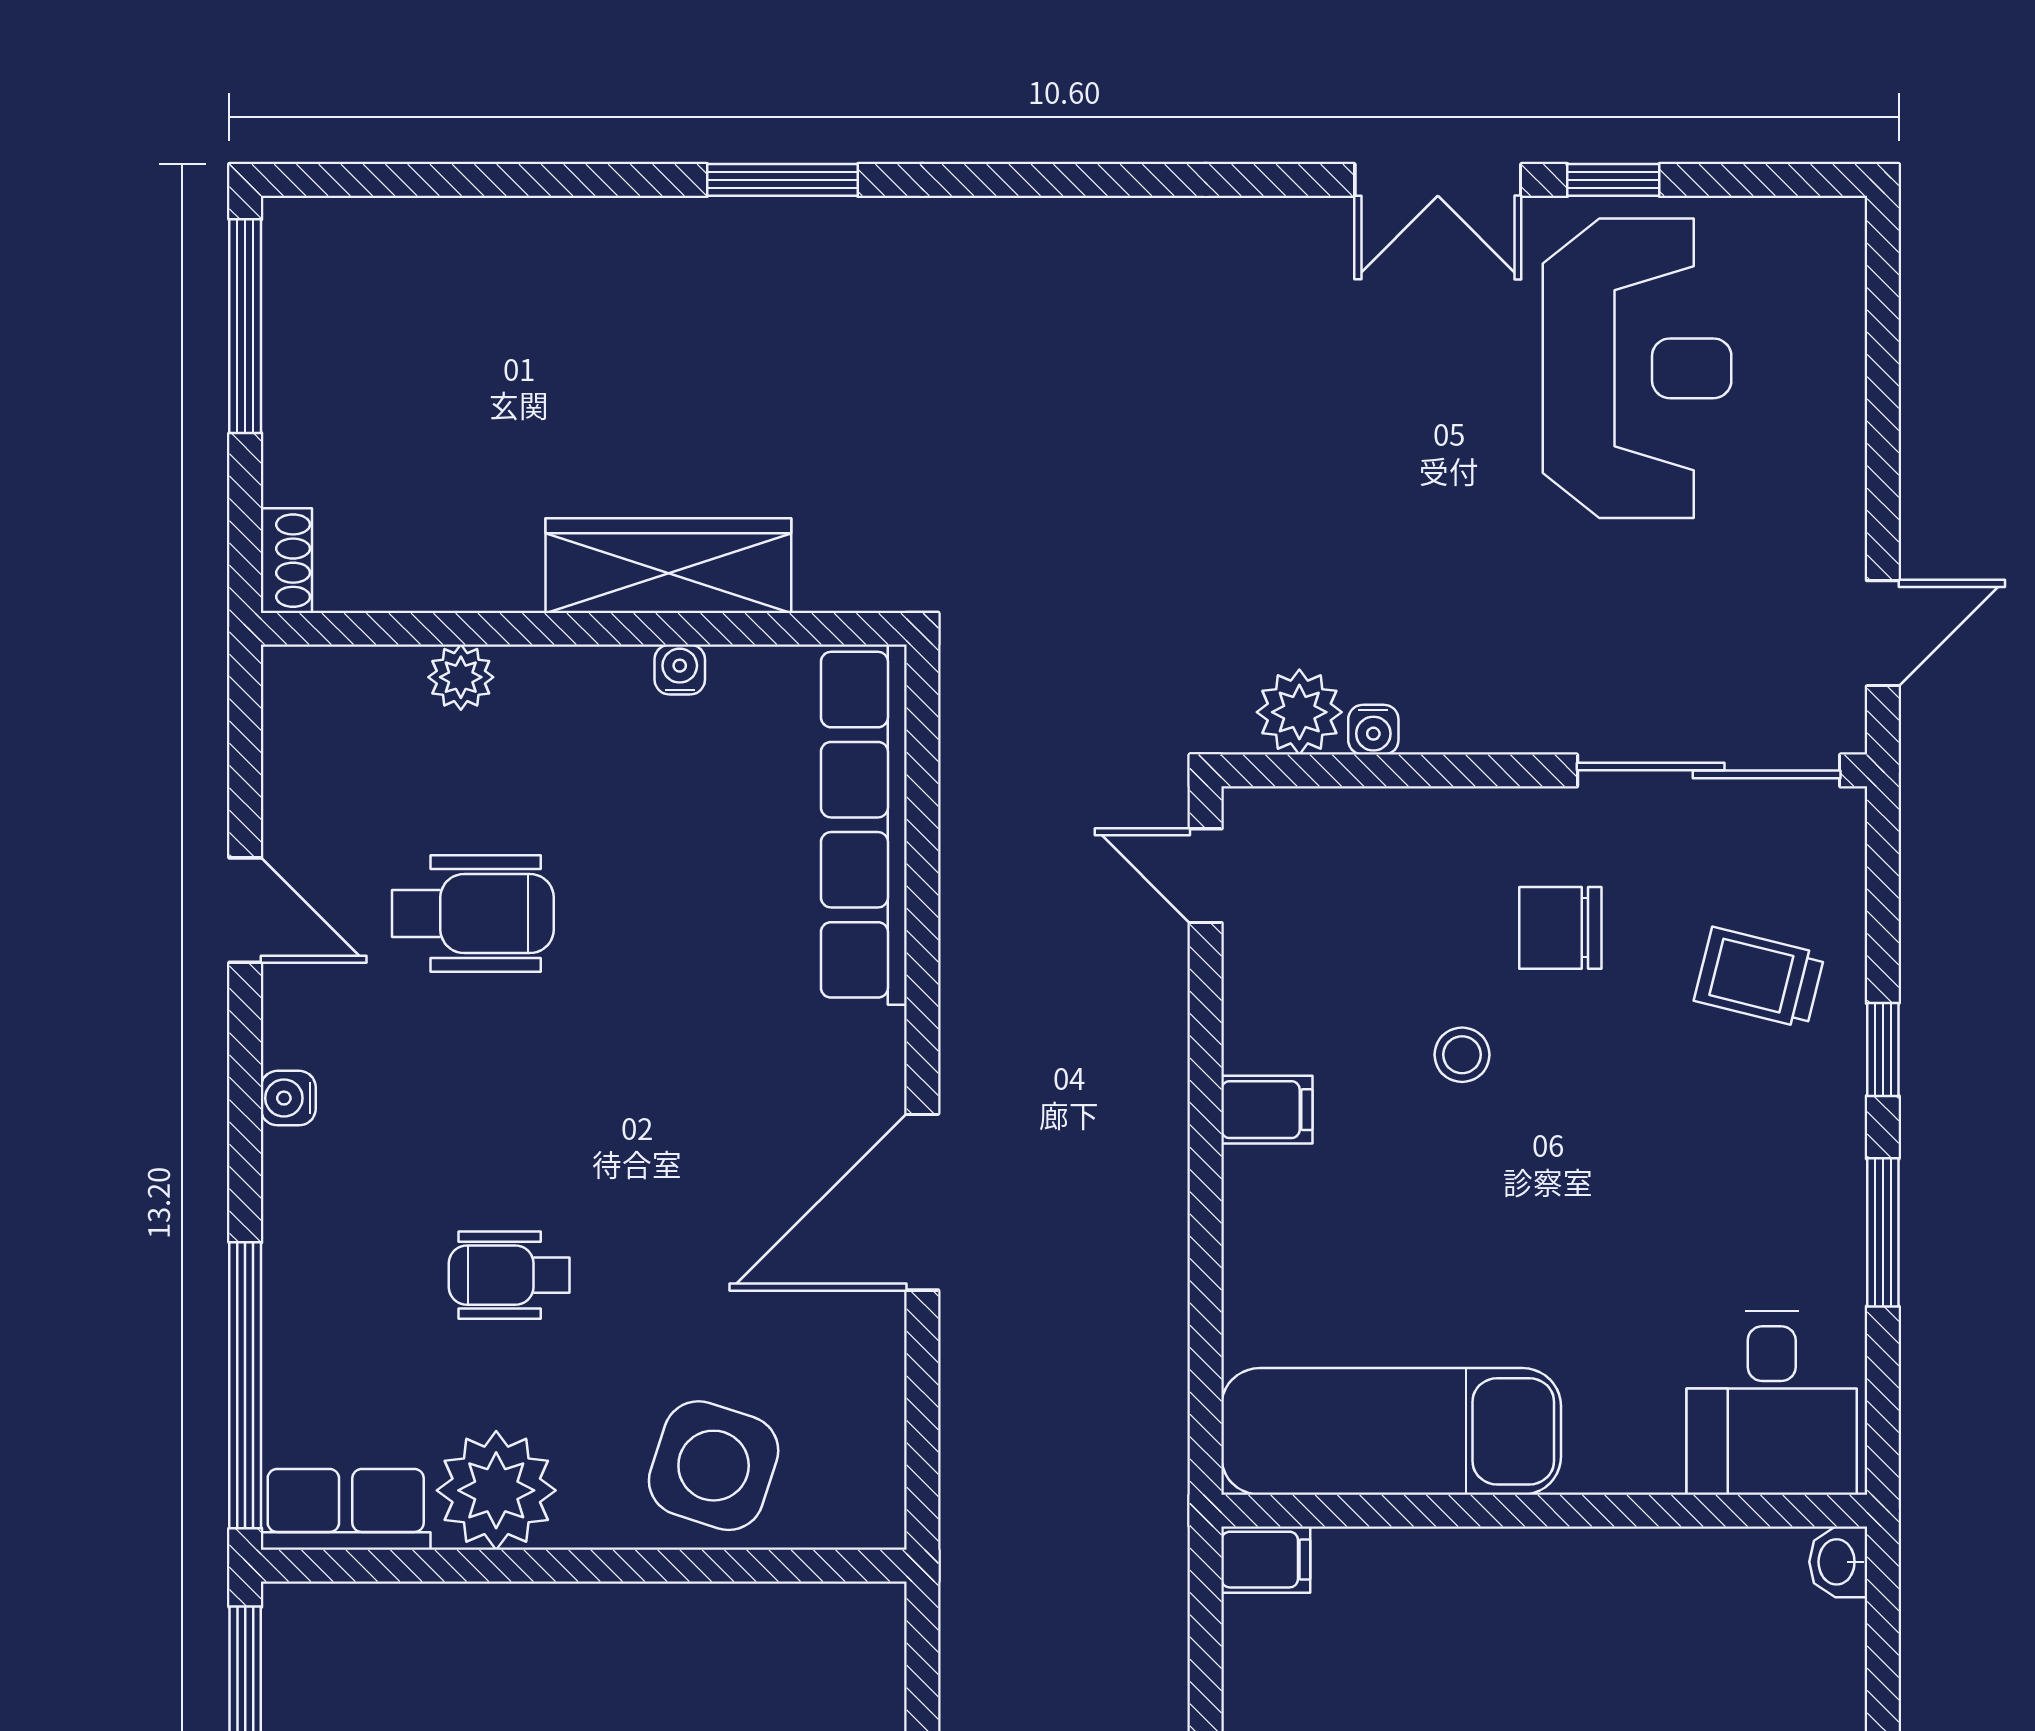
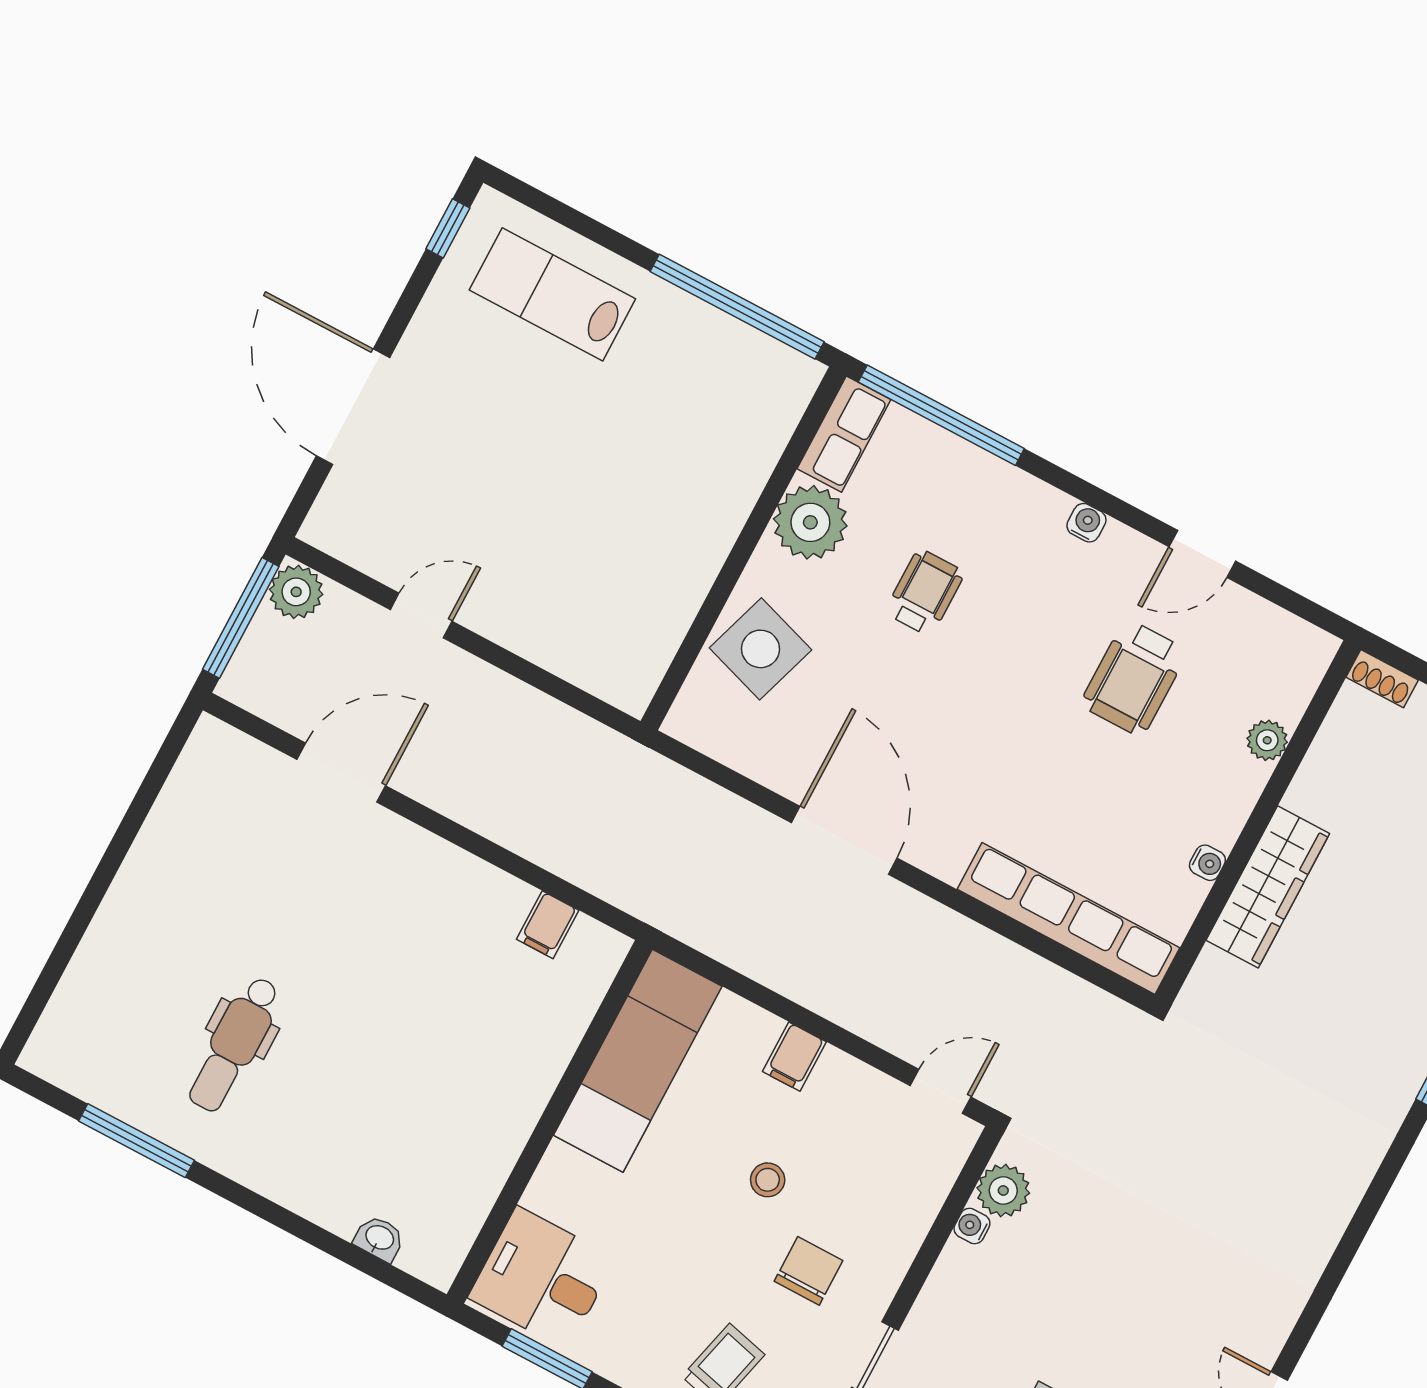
desk: (1772, 1403) -> (542, 1278), moved
exam couch: (1391, 1431) -> (638, 1061), moved
wall: (1544, 1511) -> (549, 1122), moved

